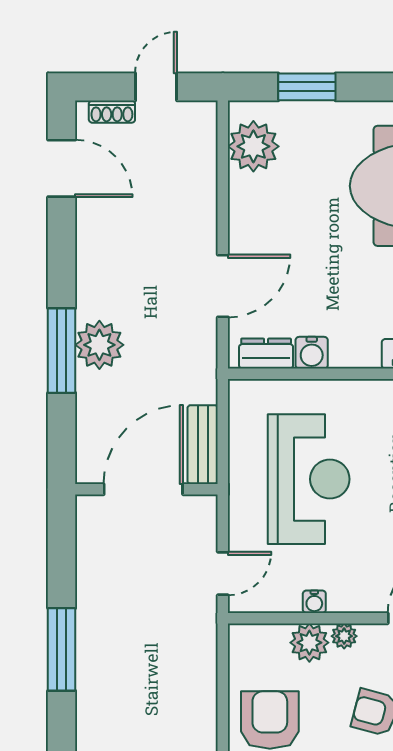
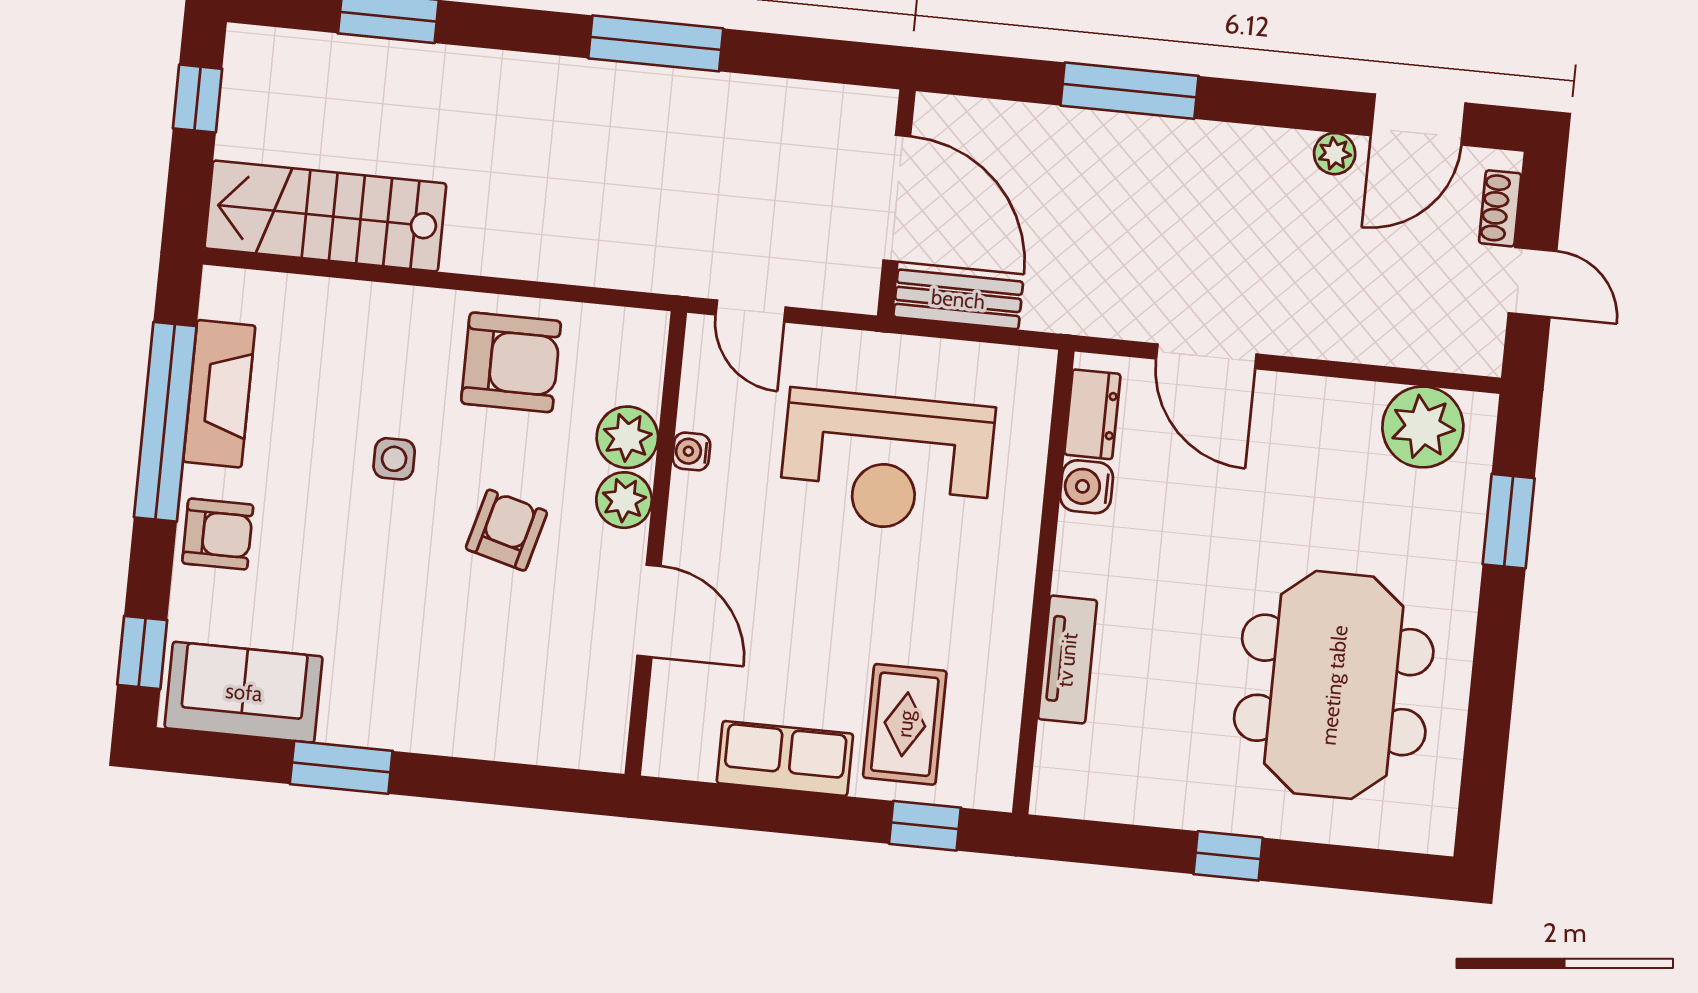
plant: (99, 345) -> (1335, 154), moved, width x0.53, depth x0.53
plant: (344, 636) -> (624, 500), width x1.38, depth x1.38

